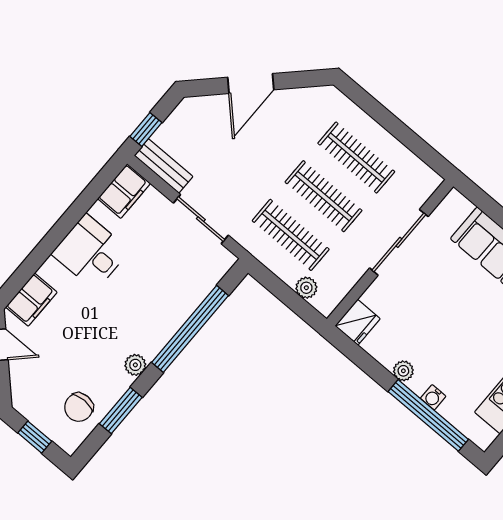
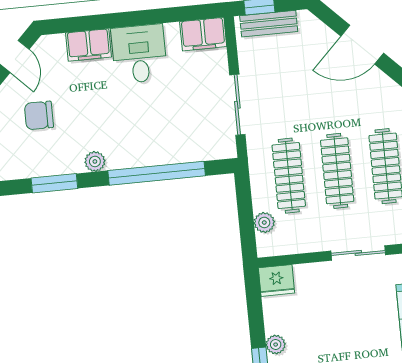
bench: (163, 166) -> (269, 24), moved, turned 90
sliding door: (399, 242) -> (358, 253), width x0.73
filing cabinet: (31, 300) -> (88, 45), moved
chair: (79, 407) -> (39, 115), moved

